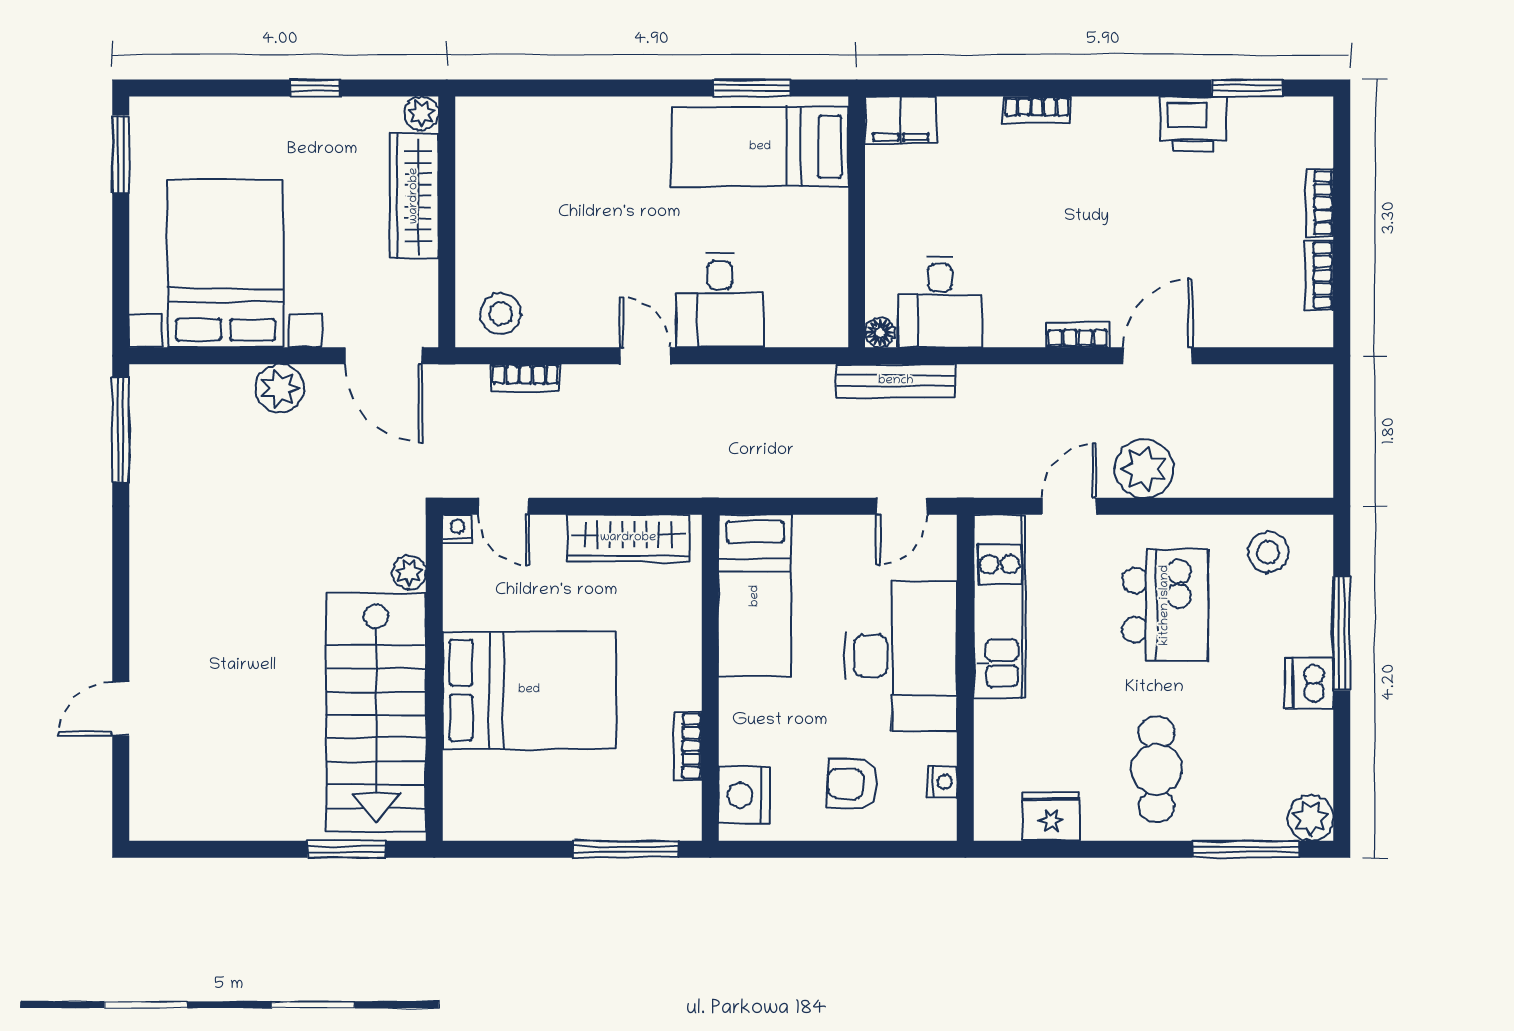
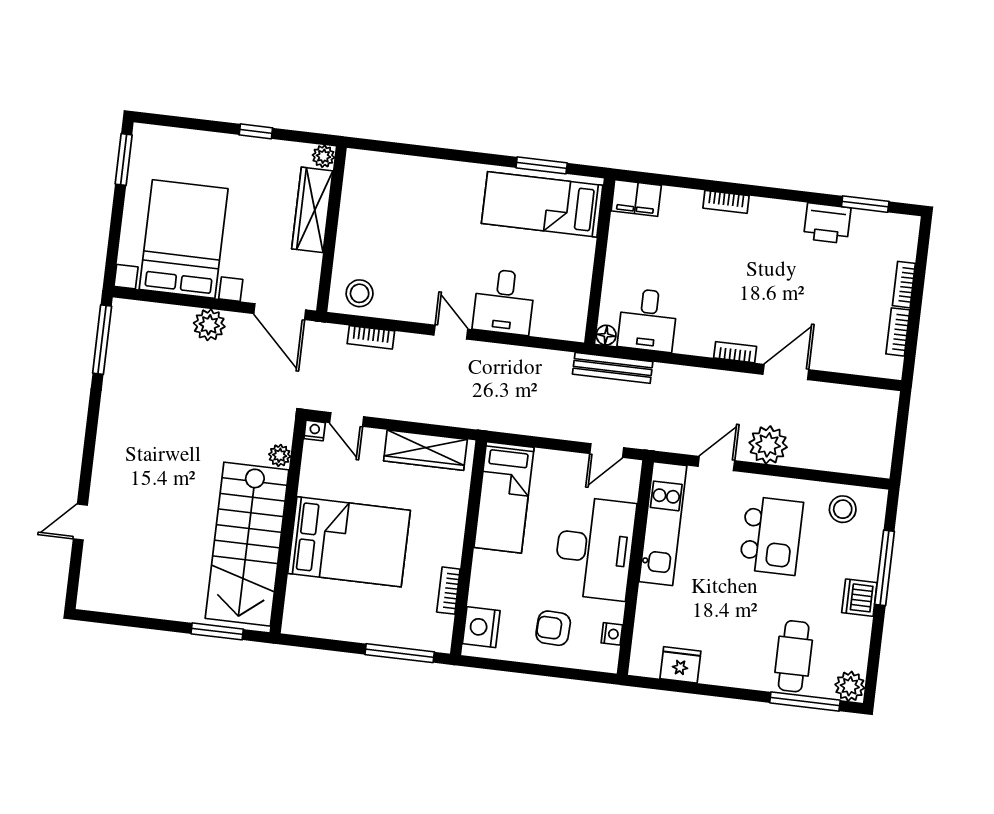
cafe table: (1156, 769) -> (794, 656), moved

